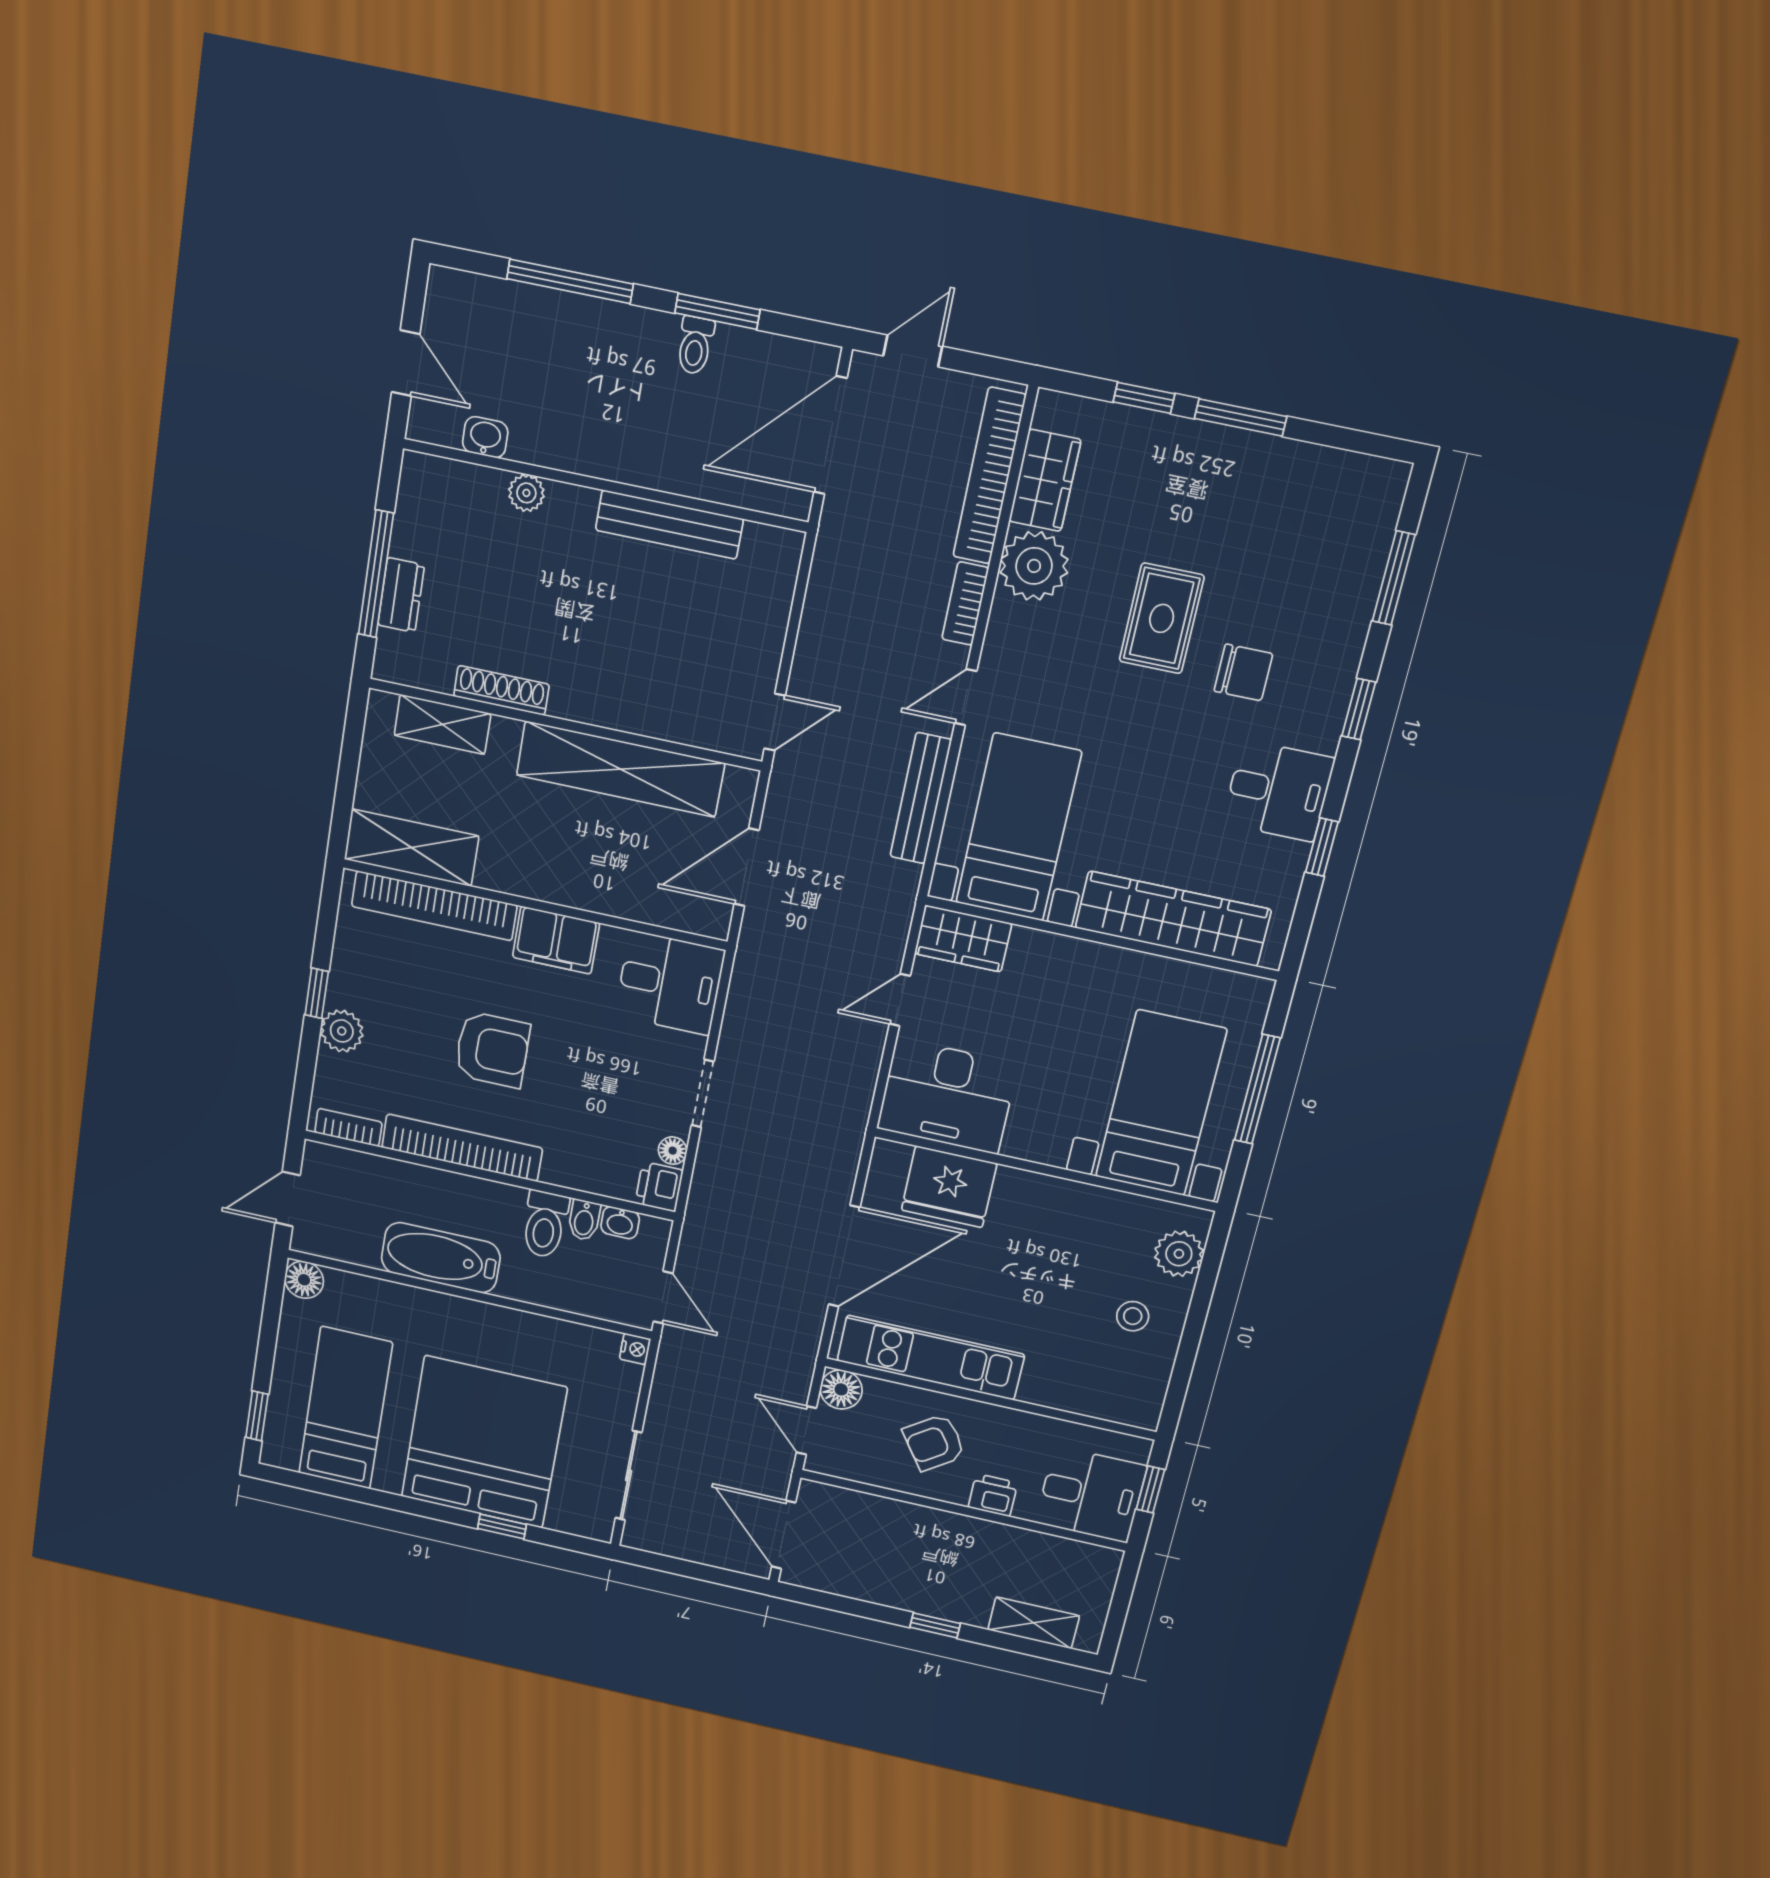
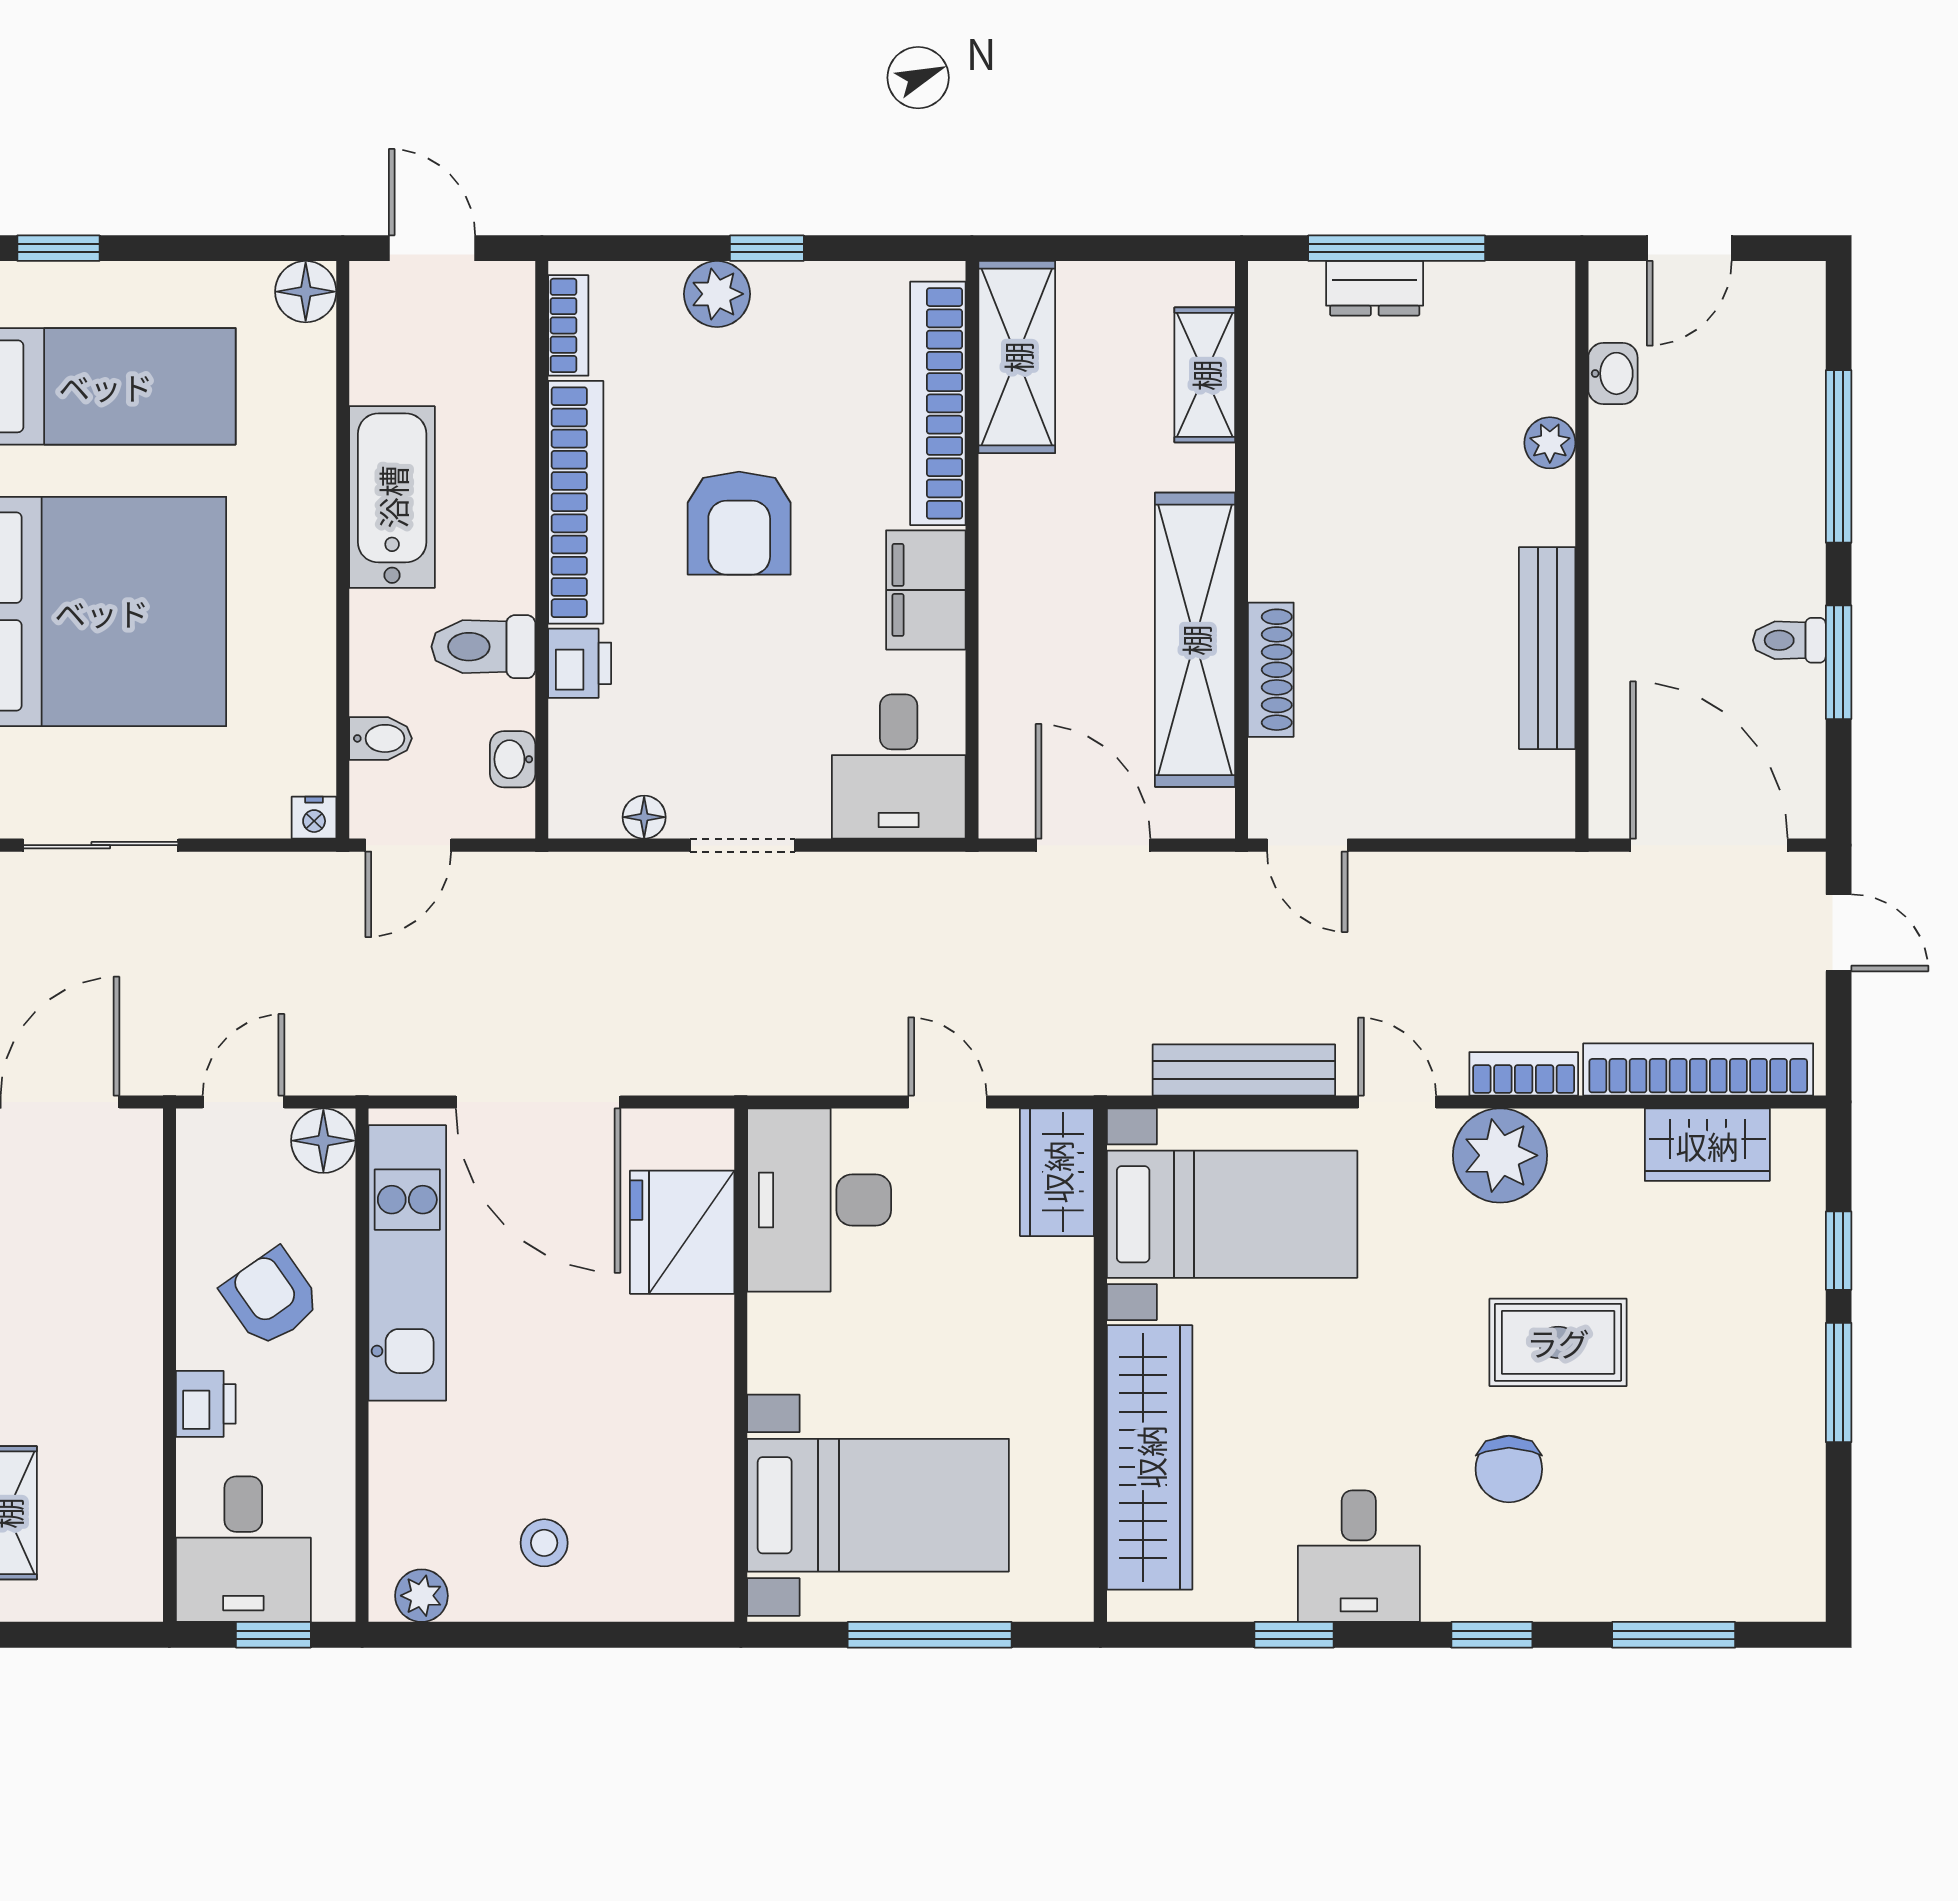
plant: (1034, 566) -> (1500, 1155), moved
shoe rack: (501, 690) -> (1271, 670), moved
printer: (659, 1187) -> (580, 663), moved, turned 90
bidet: (584, 1220) -> (381, 738), moved, turned 180
plant: (1179, 1254) -> (421, 1596), moved, width x0.73, depth x0.73

